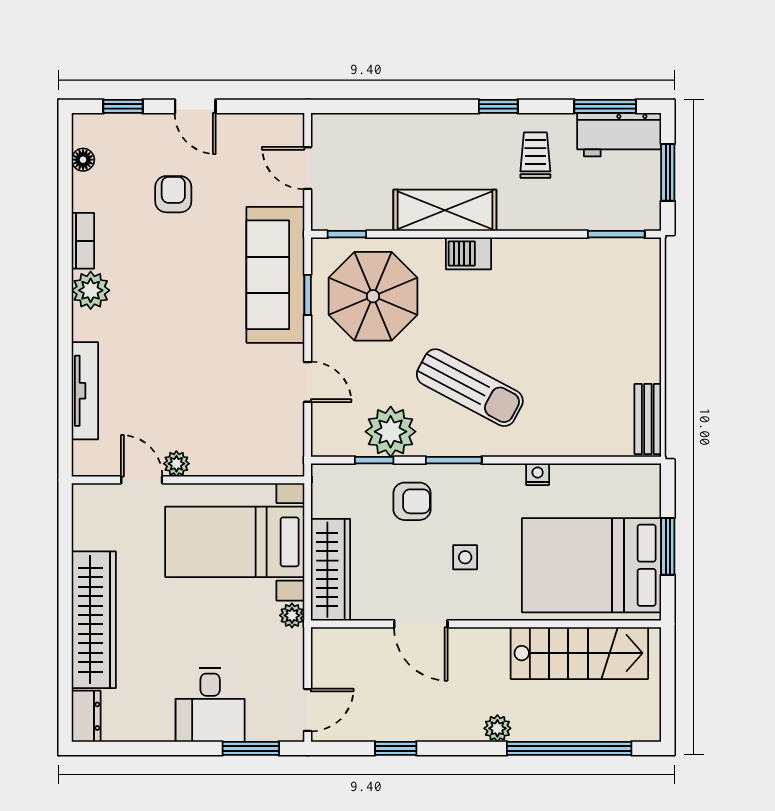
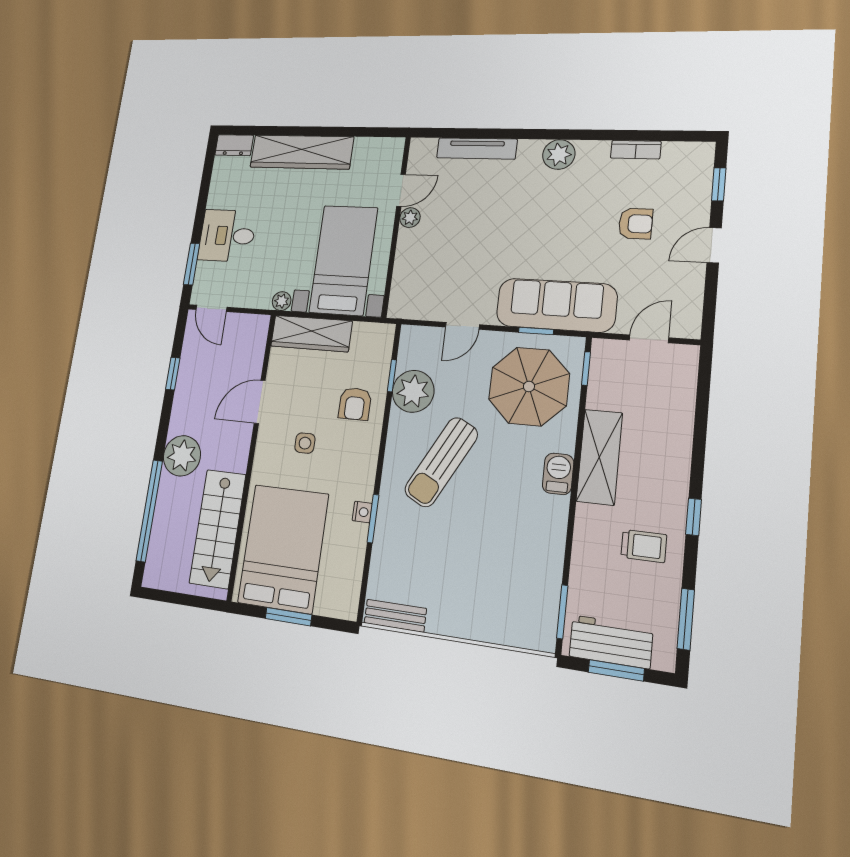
workbench: (619, 135) -> (611, 642), moved, turned 90
floor lamp: (83, 160) -> (673, 150), removed
bookcase: (83, 241) -> (636, 150), moved
window: (454, 460) -> (373, 519), moved
plant: (497, 728) -> (182, 456), width x1.88, depth x1.88

